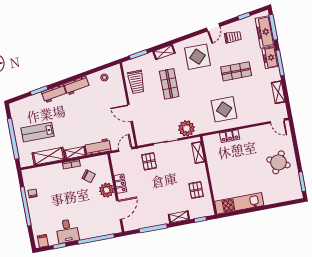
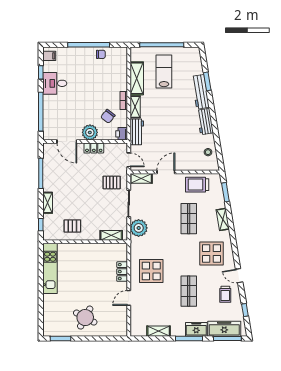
shop shelf: (169, 84) -> (189, 219), turned 90
workbench: (54, 94) -> (200, 92), width x1.38
door: (277, 121) -> (129, 298), moved
shelving: (140, 135) -> (141, 178), added
printer: (102, 160) -> (122, 134), added

